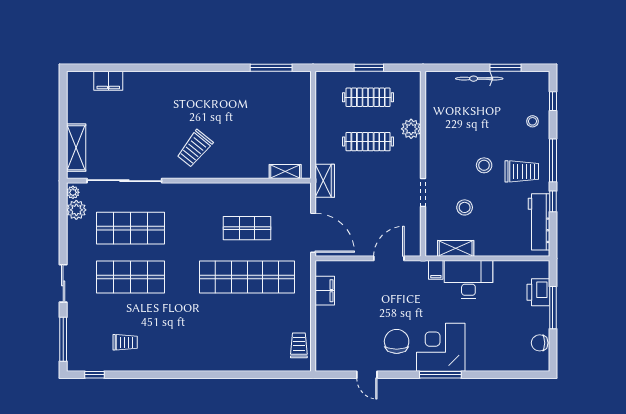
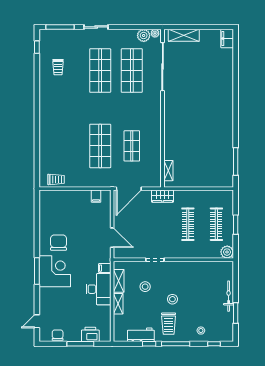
filing cabinet: (108, 81) -> (227, 38), moved
plant: (411, 129) -> (227, 252), moved
trolley: (195, 148) -> (183, 112), removed
workbench: (539, 222) -> (141, 335), width x0.73
shelving: (491, 249) -> (118, 304), added
shop shelf: (247, 277) -> (100, 146), width x0.71
filing cabinet: (325, 291) -> (96, 196), width x0.50
chair: (397, 341) -> (59, 243), turned -90
door: (367, 375) -> (37, 321), moved

